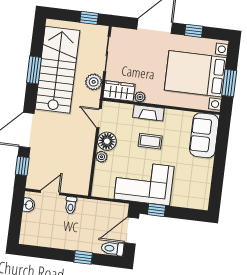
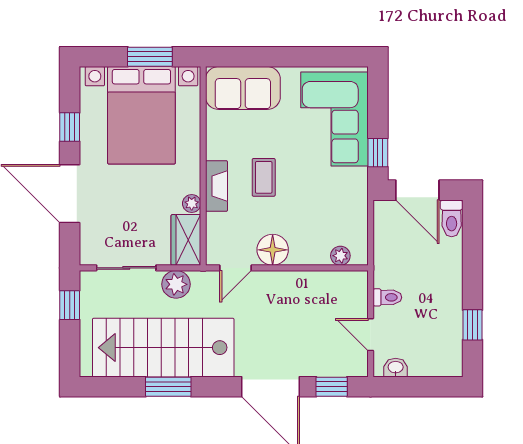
plant: (102, 157) -> (340, 256), moved
corner sofa: (144, 183) -> (335, 119), moved
window: (83, 257) -> (473, 325), moved

